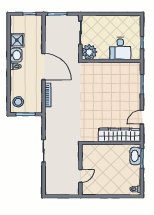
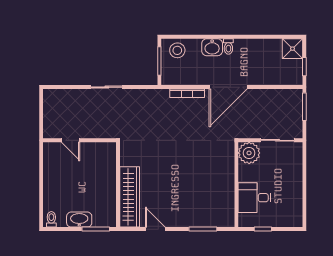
shower: (17, 40) -> (293, 49), moved
washbasin: (16, 55) -> (212, 47), moved
washbasin: (135, 156) -> (79, 220), moved

